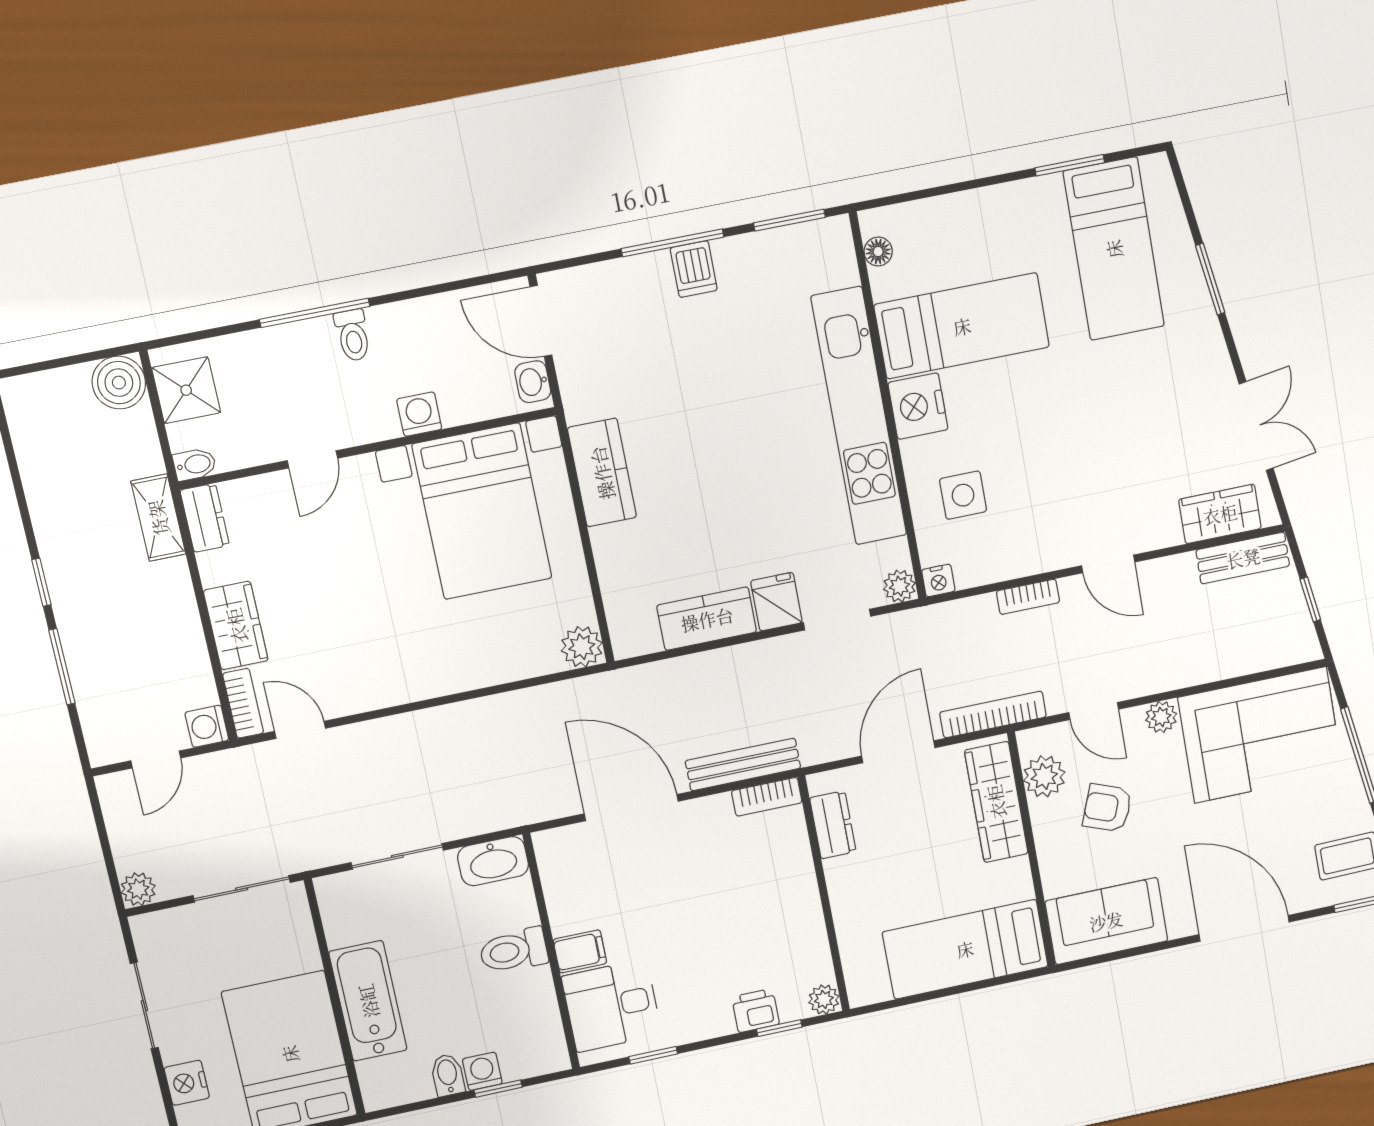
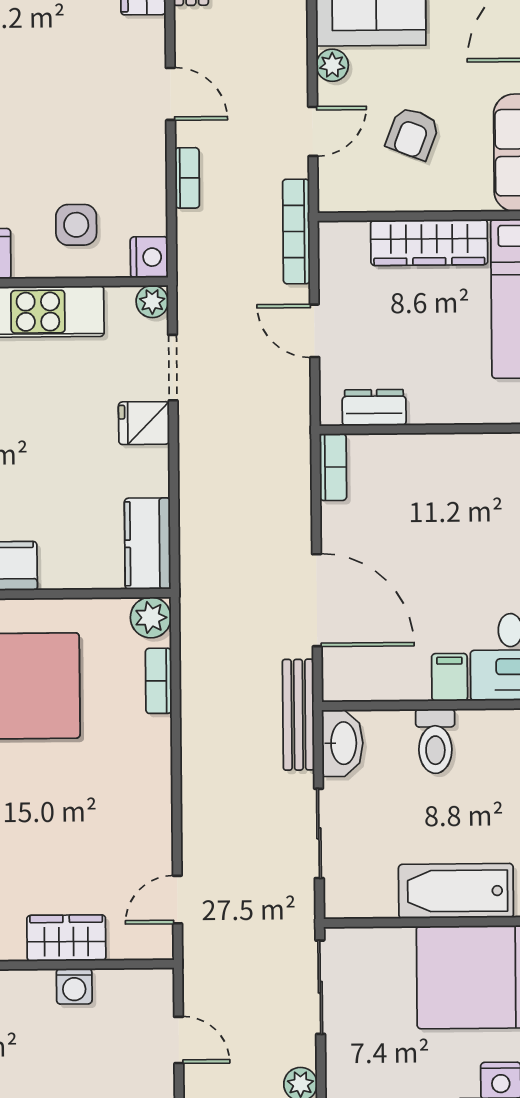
door: (1108, 564) -> (170, 94), hinge flipped
nightstand: (938, 580) -> (149, 257), width x1.39, depth x1.35
kitchen counter: (707, 619) -> (148, 544), moved
bookcase: (243, 703) -> (159, 681), moved, turned -90
washing machine: (207, 726) -> (74, 986), moved
door: (898, 752) -> (315, 331), width x0.73
bench: (743, 764) -> (298, 715), moved
plant: (1044, 776) -> (368, 191), removed
wardrobe: (996, 802) -> (429, 242), moved
door: (631, 808) -> (317, 600), swing flipped

